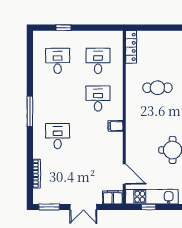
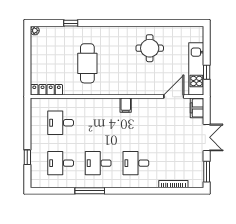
cafe table: (157, 88) -> (87, 63), width x1.37, depth x1.35
desk: (98, 98) -> (98, 163), moved
window: (30, 111) -> (90, 191), moved

